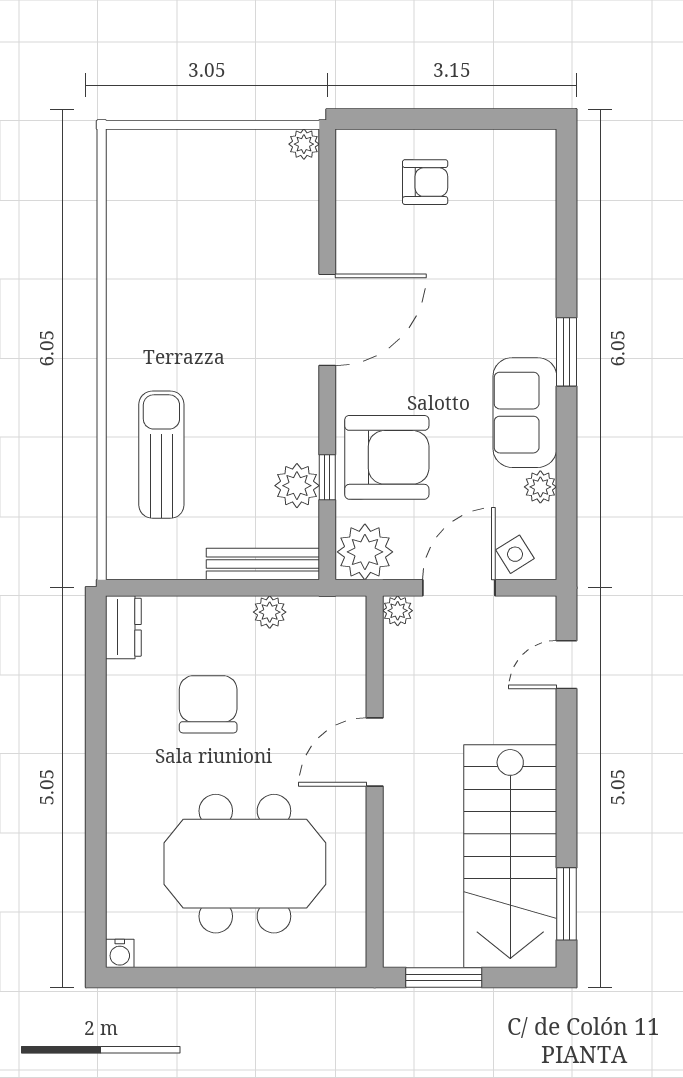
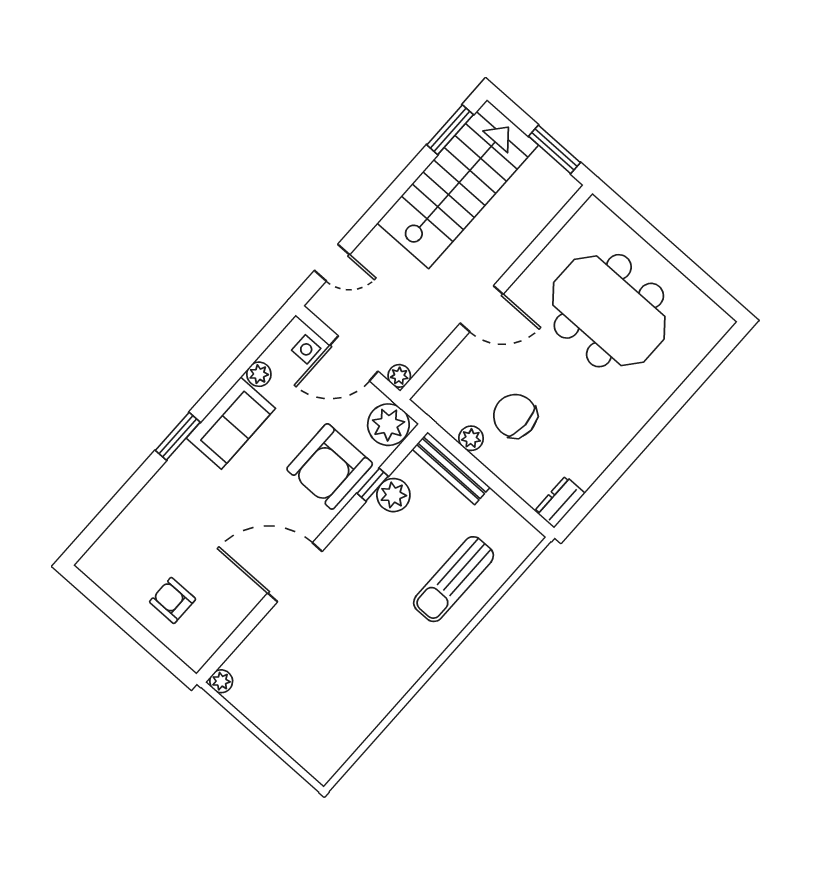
armchair: (387, 457) -> (330, 466), turned -90
side table: (515, 554) -> (306, 349), turned 32
chair: (208, 704) -> (515, 416), moved, turned 90
water cooler: (120, 953) -> (723, 323), removed

